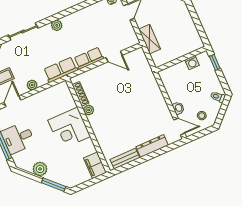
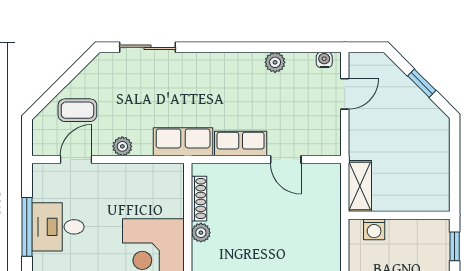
plant: (57, 25) -> (275, 62), moved
shelving: (150, 39) -> (360, 186), moved
washing machine: (192, 63) -> (374, 229), moved

